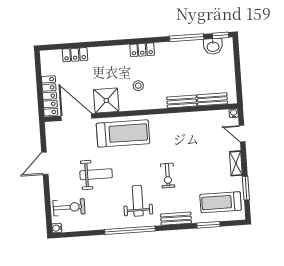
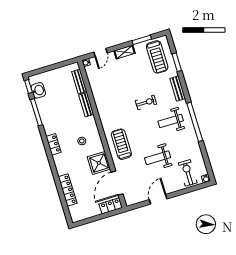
locker: (75, 55) -> (68, 190), width x1.53
locker: (50, 96) -> (111, 206), width x0.66
treadmill: (123, 133) -> (121, 144), width x0.73, depth x0.73
door: (45, 163) -> (158, 199), swing flipped
weight bench: (96, 174) -> (158, 158), turned -90

